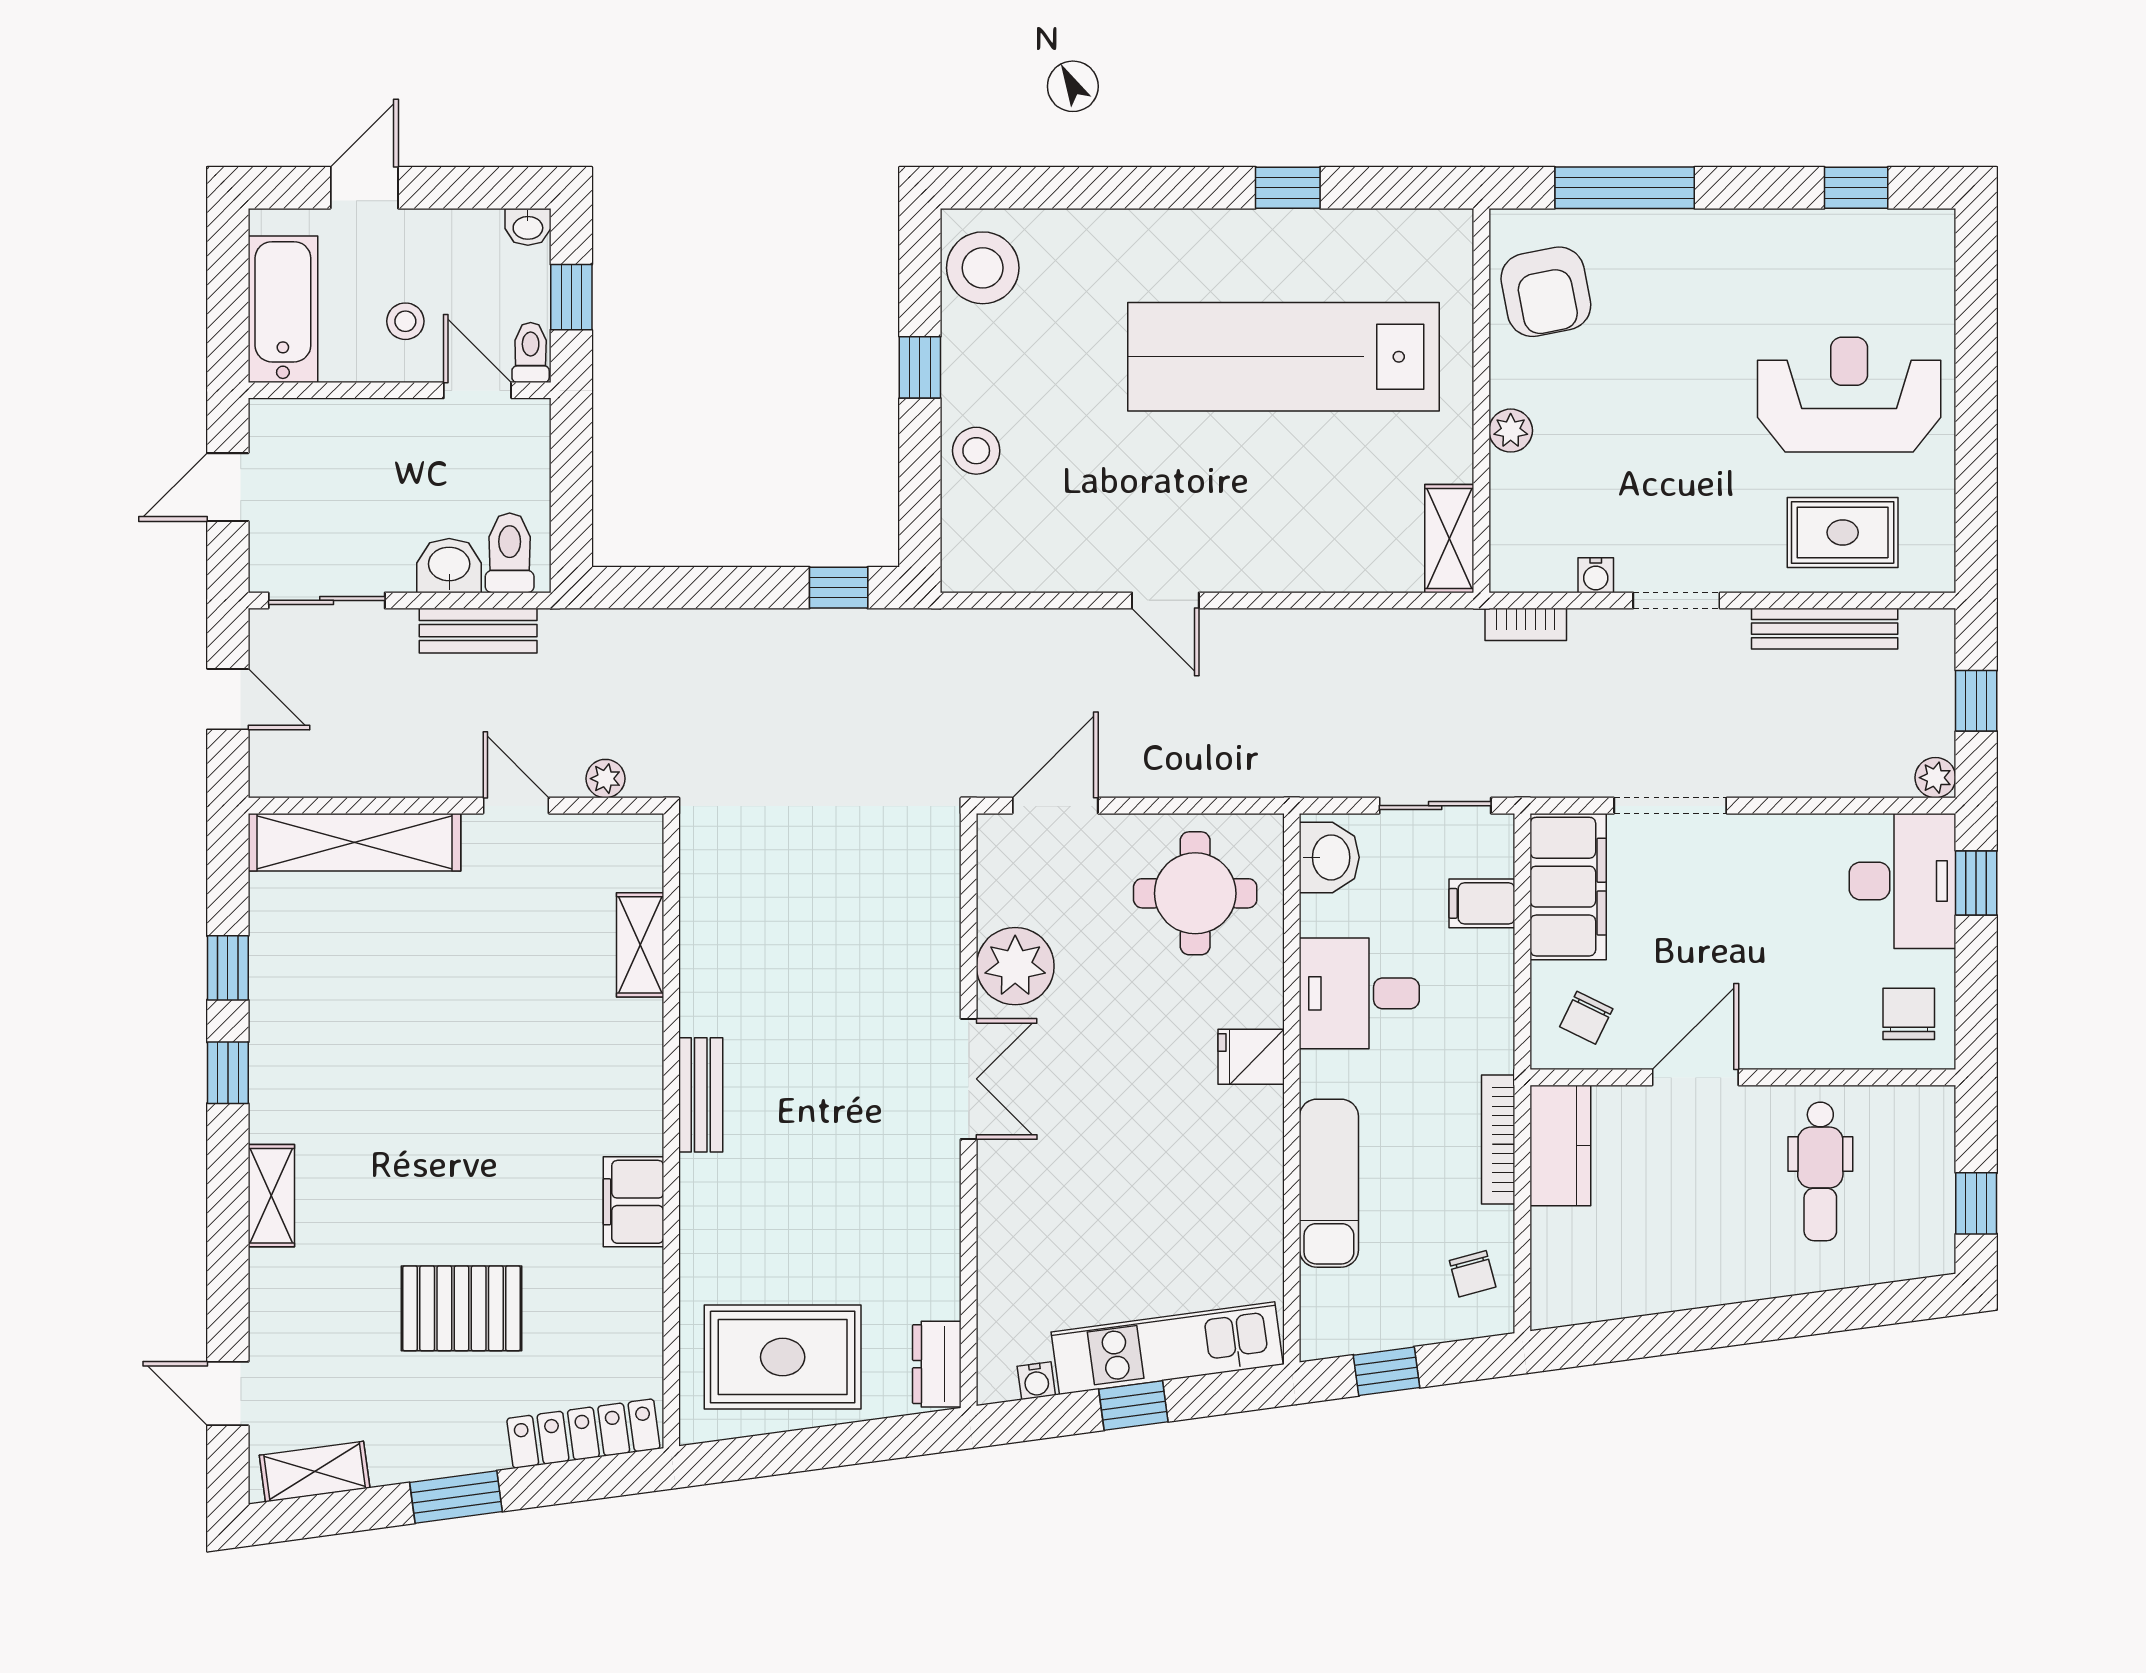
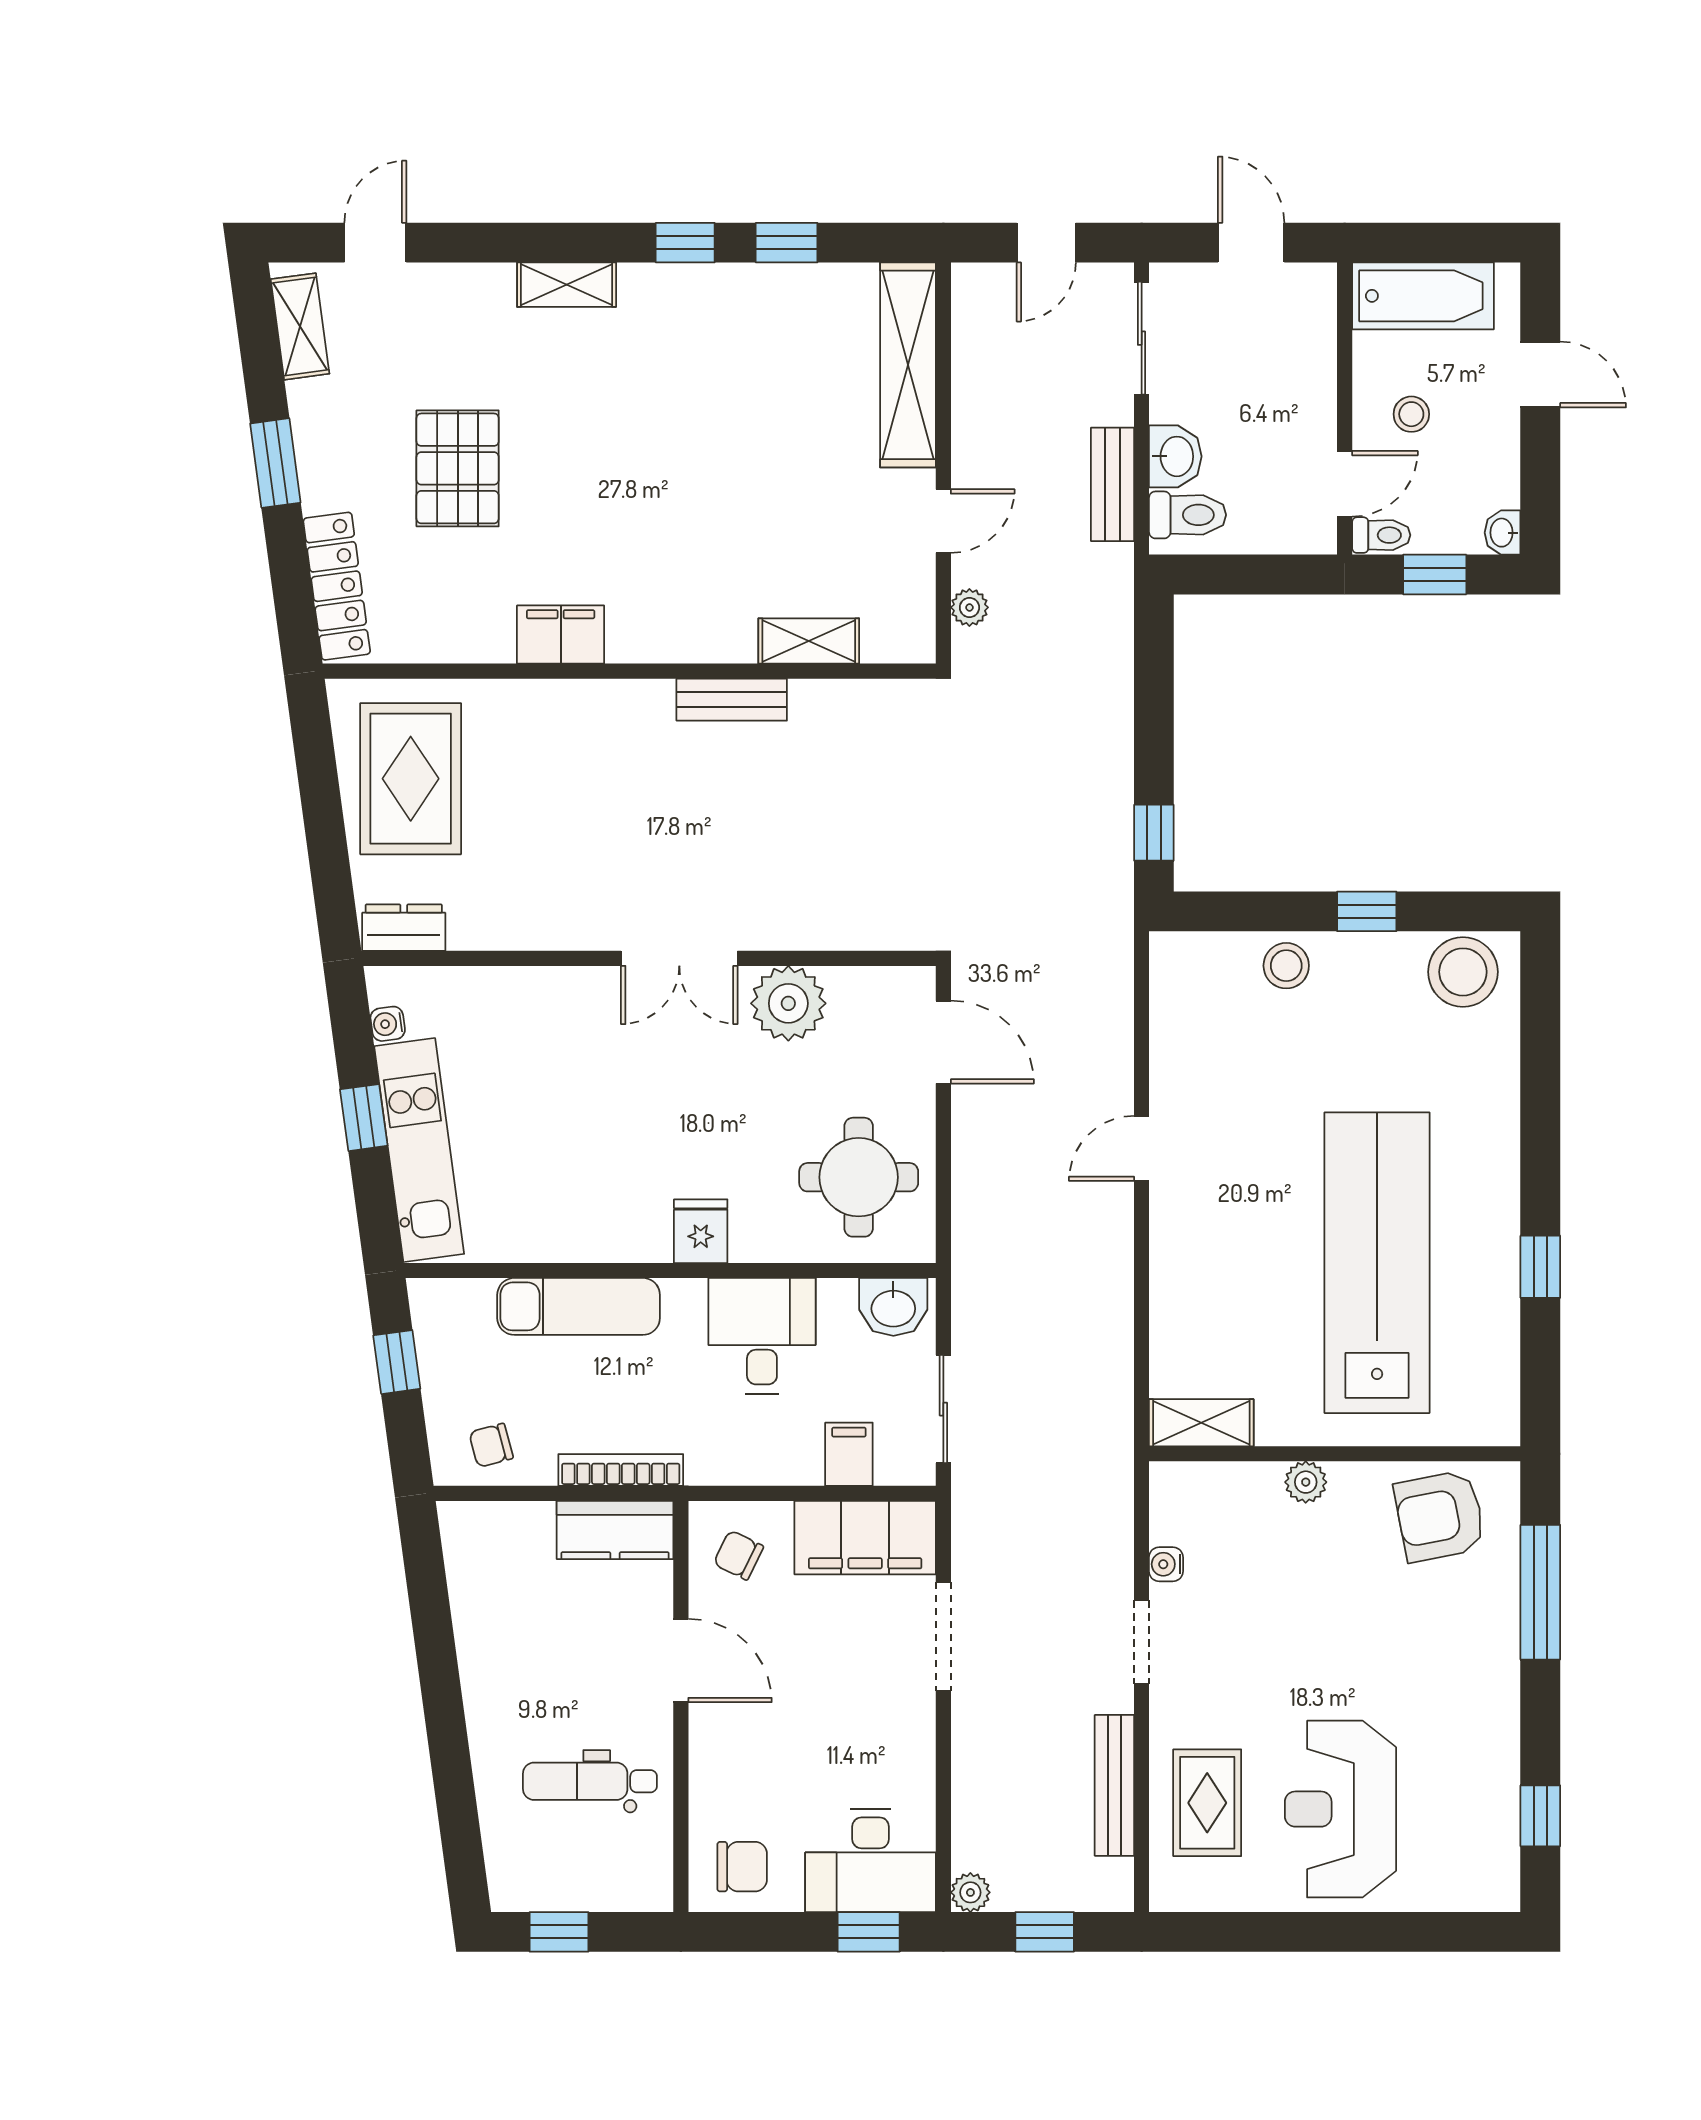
reception desk: (1849, 395) -> (1340, 1809), turned 180
bookcase: (1526, 624) -> (1118, 1497), removed
bench: (701, 1095) -> (732, 700), moved

